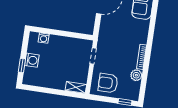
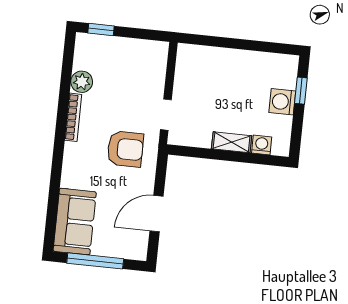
armchair: (108, 83) -> (125, 149), moved
shelving: (76, 87) -> (232, 142), moved

